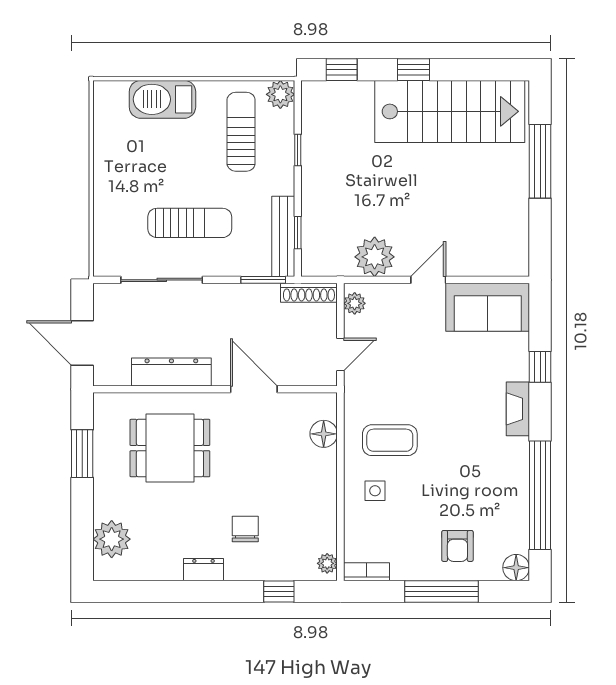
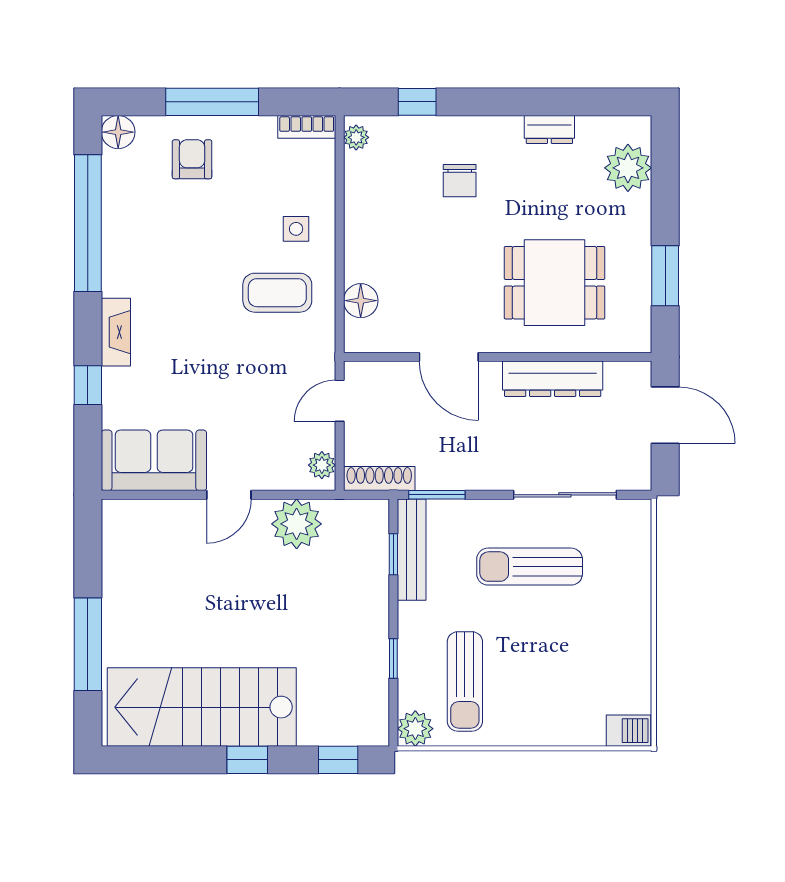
barbecue: (162, 99) -> (629, 731), moved, width x0.53, depth x0.65
dresser: (203, 570) -> (549, 129), moved

